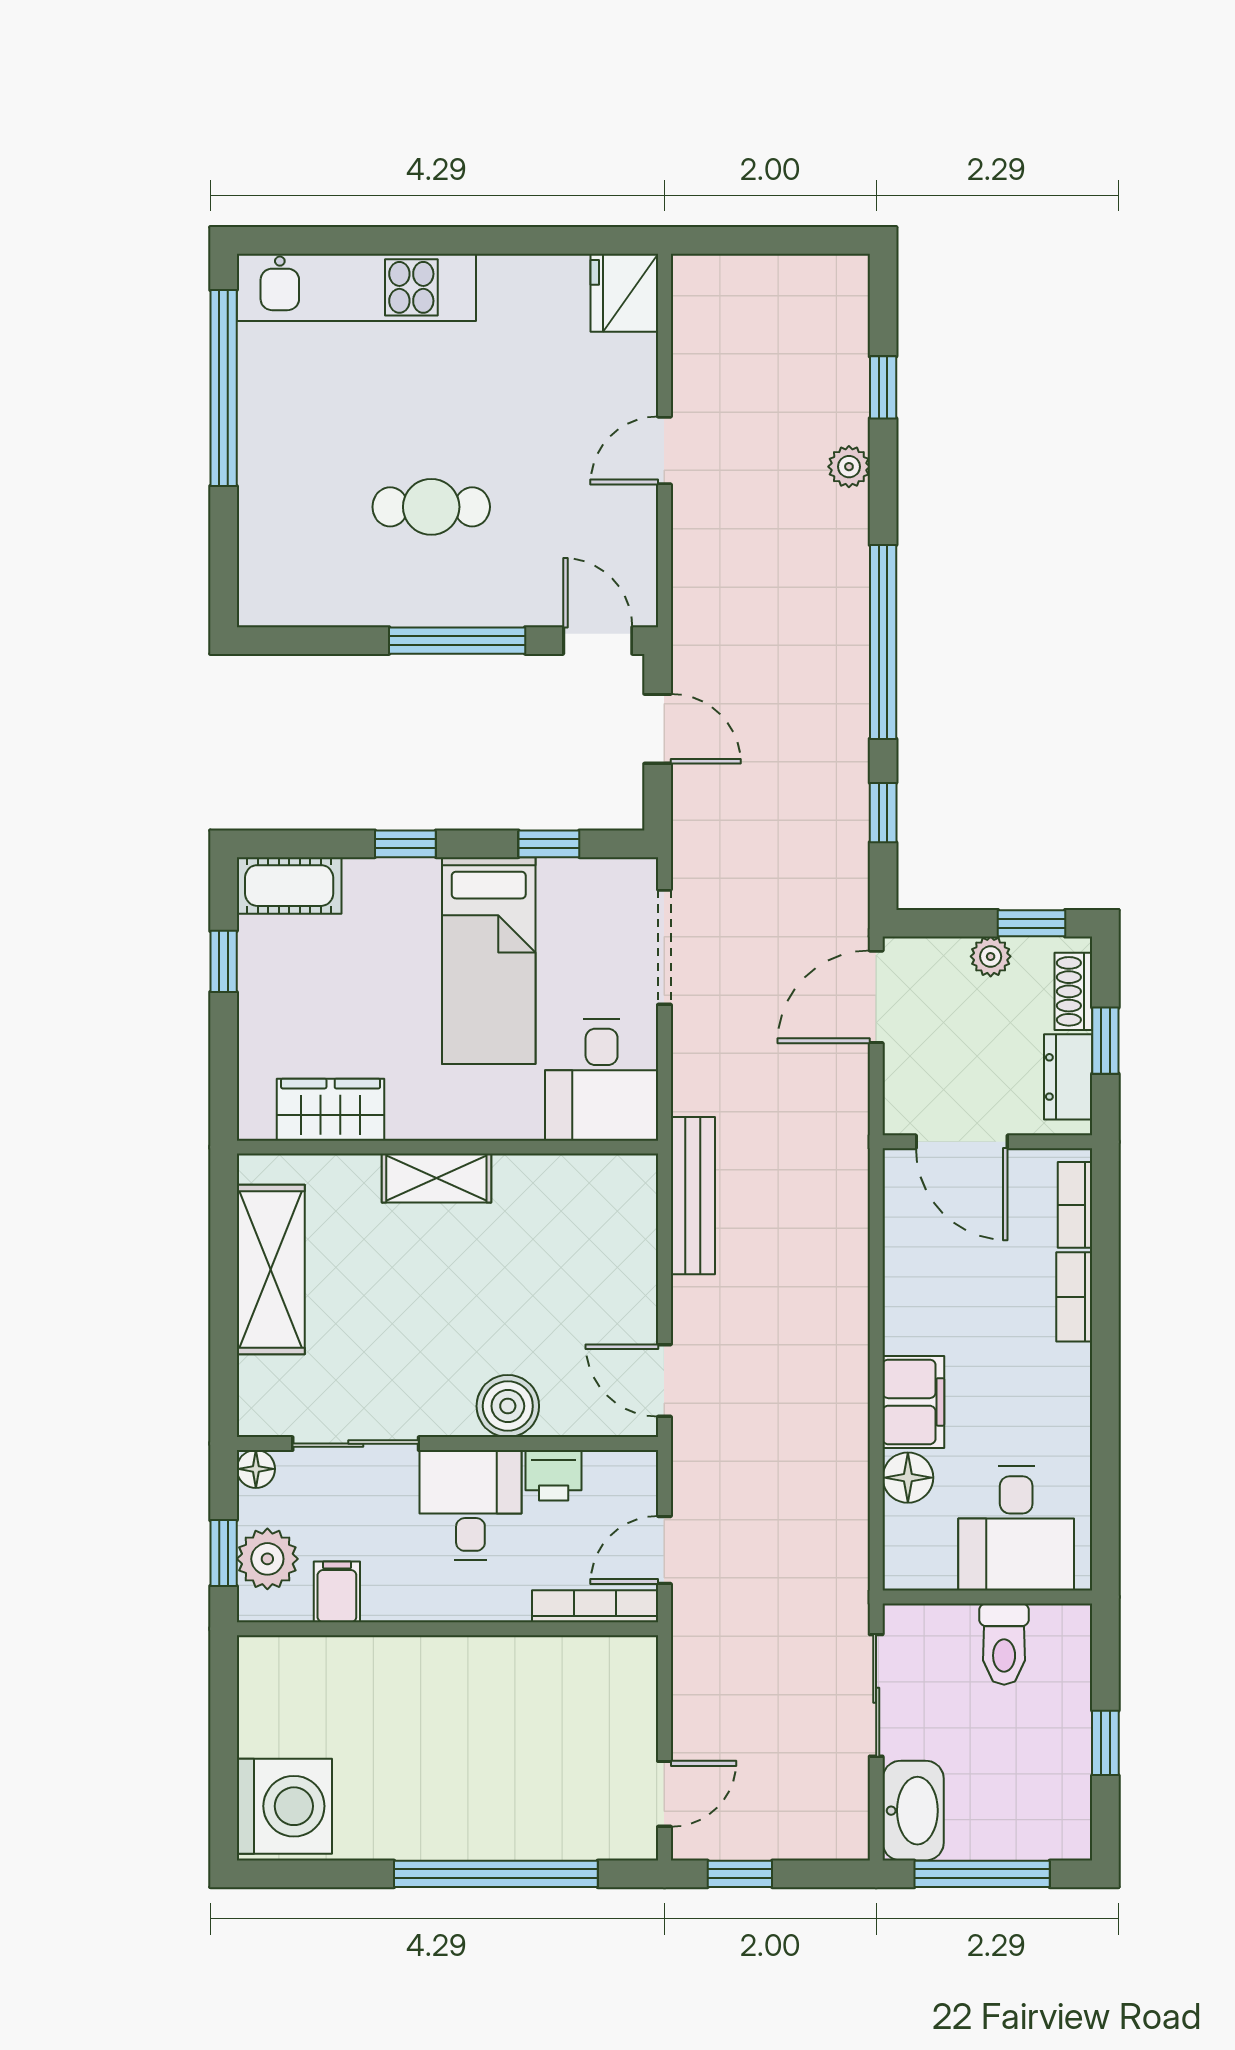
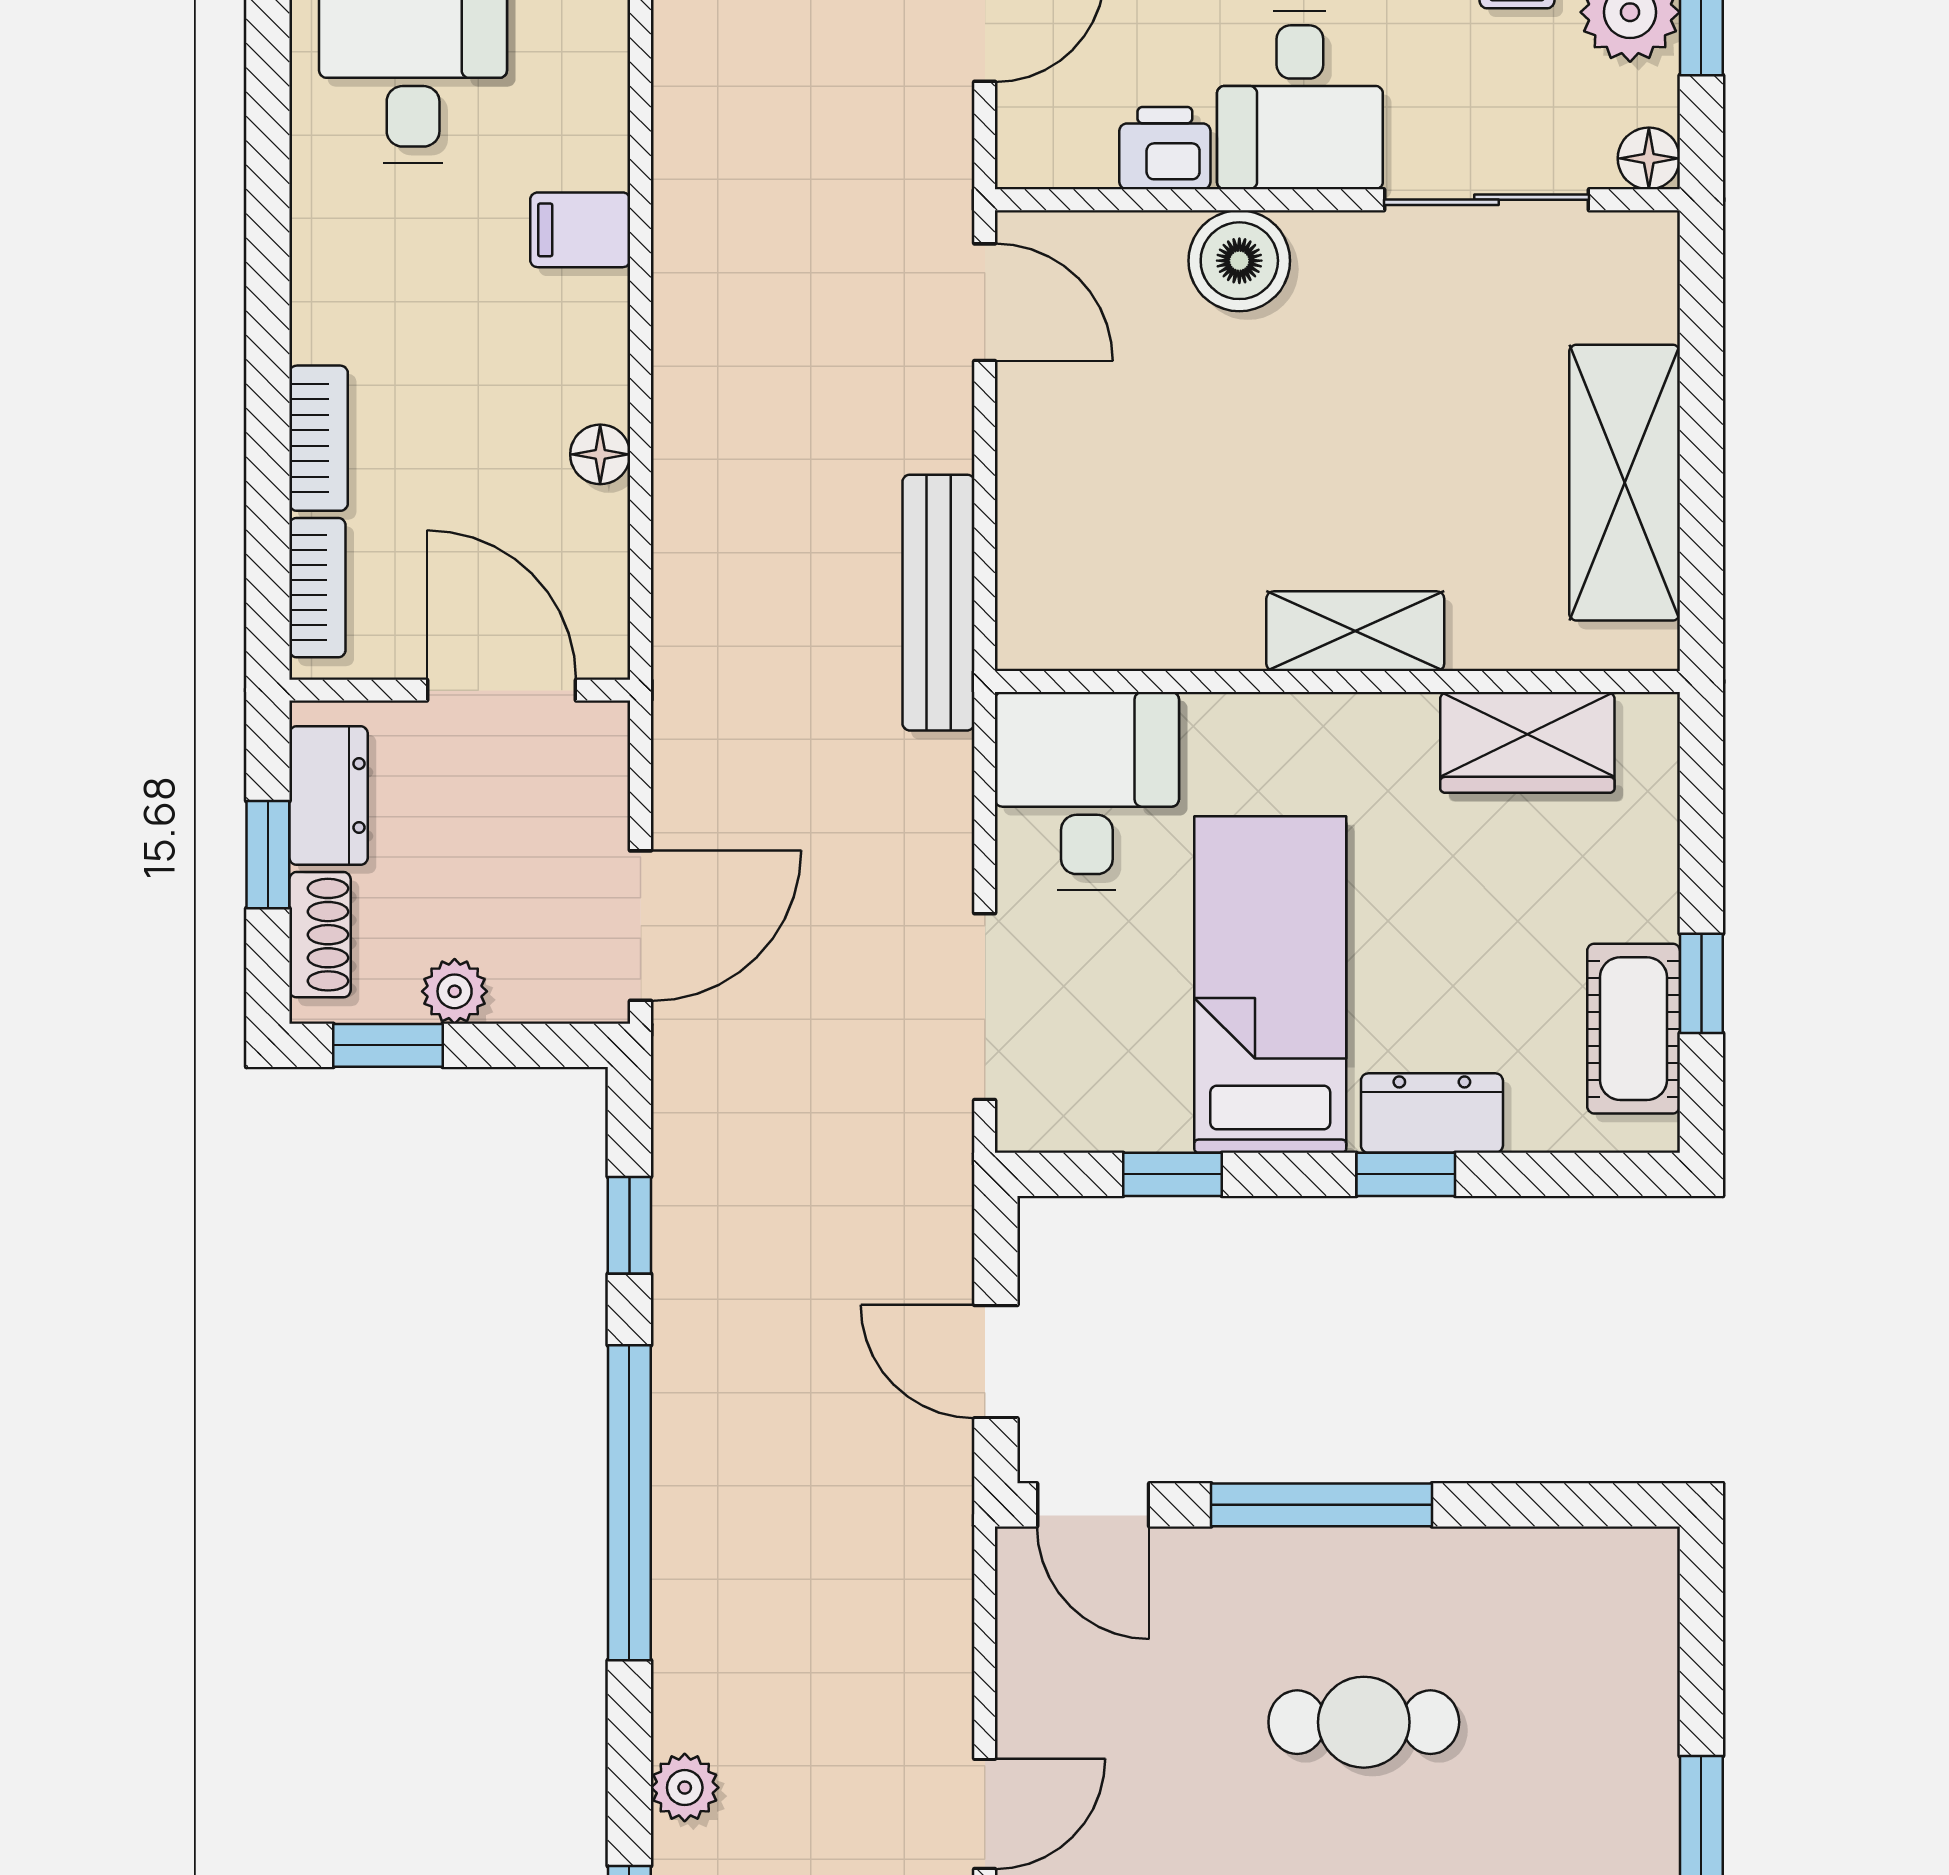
dresser: (389, 882) -> (1432, 1113), added
cot: (289, 886) -> (1634, 1029), moved, turned 90
filing cabinet: (913, 1402) -> (580, 230), width x0.50
floor lamp: (908, 1478) -> (600, 454), moved, width x0.73, depth x0.73

